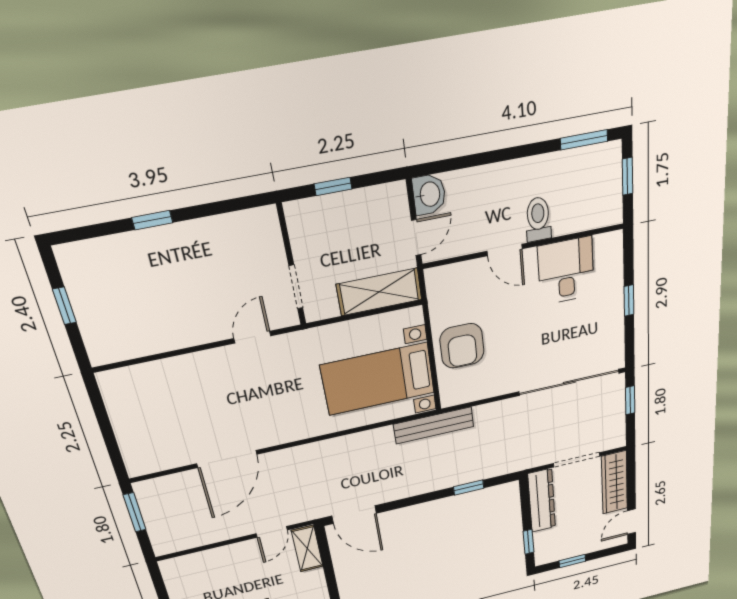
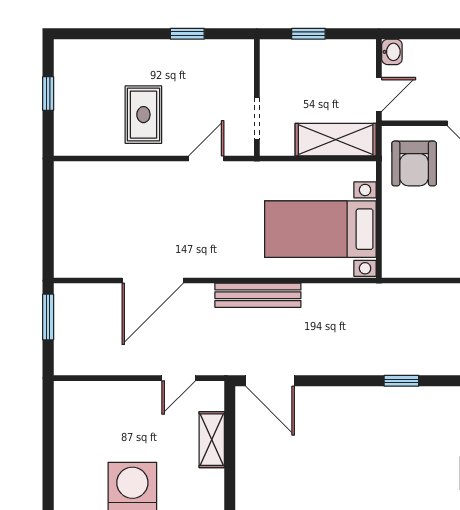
washbasin: (429, 194) -> (392, 52), width x0.72, depth x0.69
window: (152, 220) -> (187, 34), moved
rug: (176, 307) -> (143, 115), added
armchair: (462, 346) -> (414, 163), moved
bench: (434, 425) -> (258, 295), moved
shelving: (307, 548) -> (212, 440), moved

